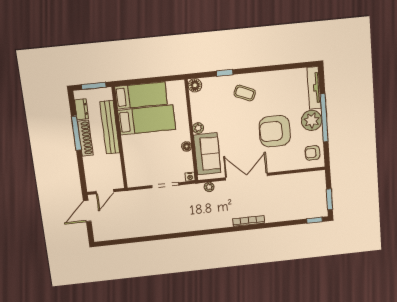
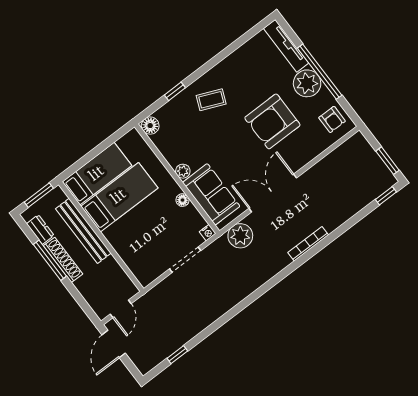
armchair: (312, 153) -> (332, 119), turned -90
plant: (209, 187) -> (240, 236), width x1.87, depth x1.87
window: (124, 241) -> (177, 355), added

